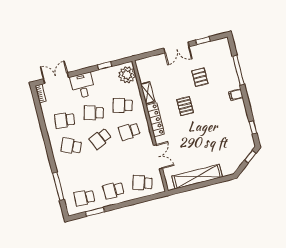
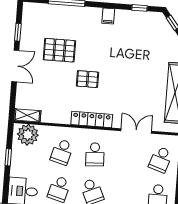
pallet: (200, 77) -> (59, 50), width x1.50, depth x1.42
shelving: (148, 93) -> (27, 115), moved
filing cabinet: (236, 95) -> (108, 16), moved

